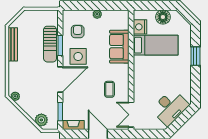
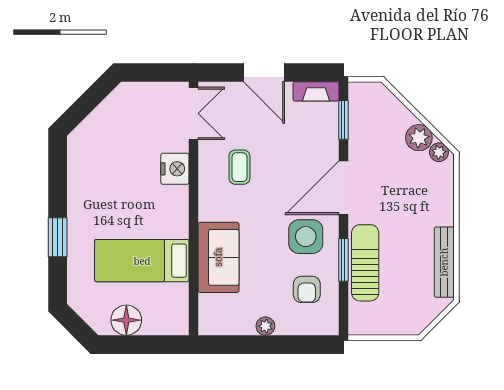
nightstand: (140, 27) -> (175, 169), moved
desk: (170, 107) -> (111, 129), removed
plant: (41, 120) -> (419, 138), moved

